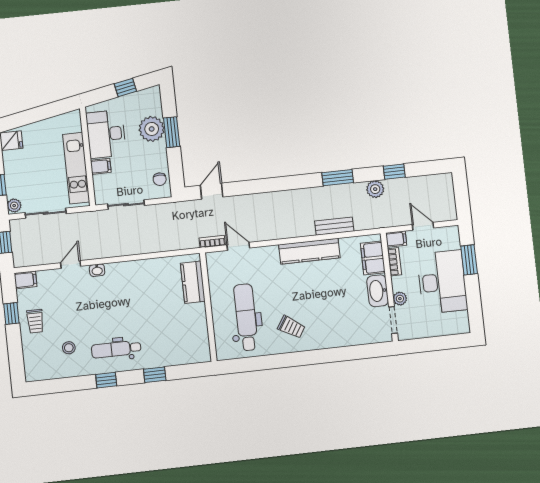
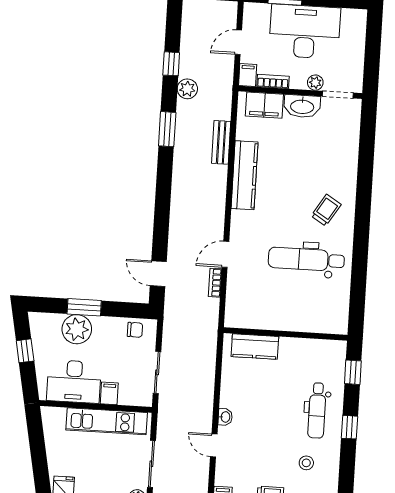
kitchen counter: (193, 282) -> (255, 347), moved
wall: (208, 307) -> (285, 334), moved

